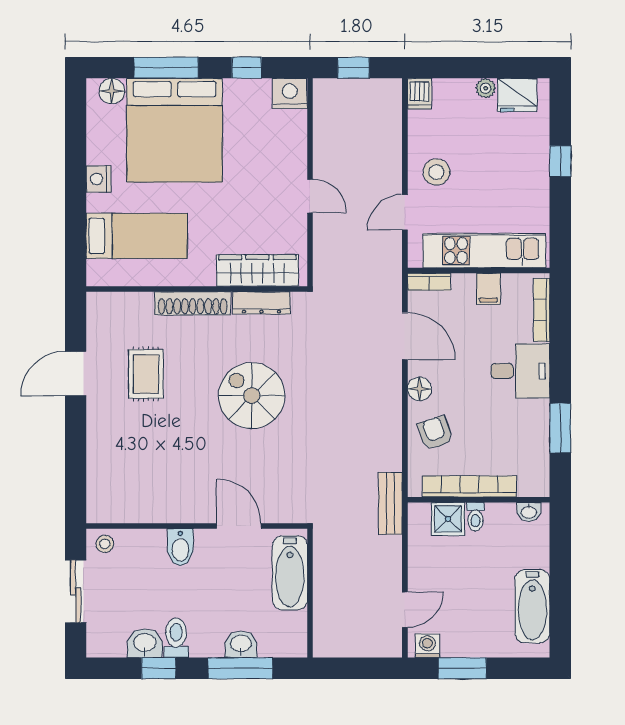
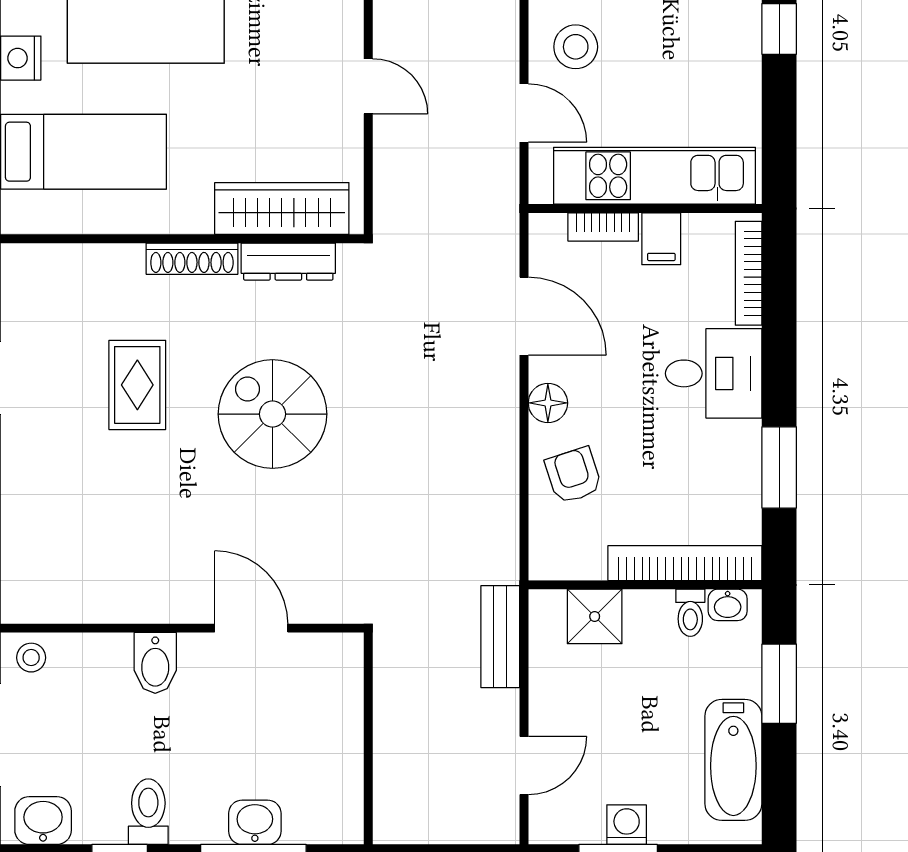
door: (405, 212) -> (524, 113), swing flipped
bookcase: (429, 282) -> (603, 227), moved
shoe rack: (193, 303) -> (192, 259), width x0.74, depth x0.81
rug: (146, 374) -> (137, 385), moved
bookcase: (470, 486) -> (685, 563), moved
bench: (390, 503) -> (500, 637), moved
toilet: (475, 517) -> (690, 613), moved
window: (560, 560) -> (779, 684), added
bathtub: (290, 573) -> (335, 705), removed
washbasin: (145, 643) -> (43, 821), moved
washing machine: (427, 646) -> (627, 825), moved

